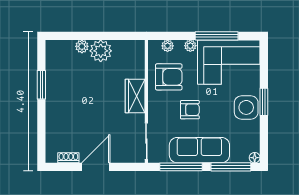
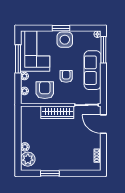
plant: (101, 51) -> (28, 159), moved
wardrobe: (135, 96) -> (57, 112), width x1.50
door: (96, 167) -> (103, 124), moved
window: (181, 167) -> (103, 82), removed

